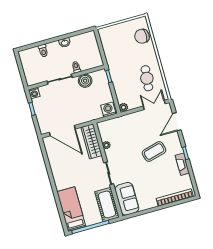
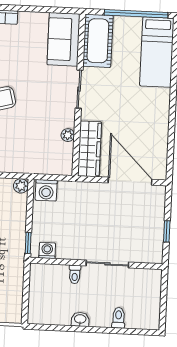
boiler: (85, 81) -> (68, 248), removed
washing machine: (34, 93) -> (47, 250), moved

